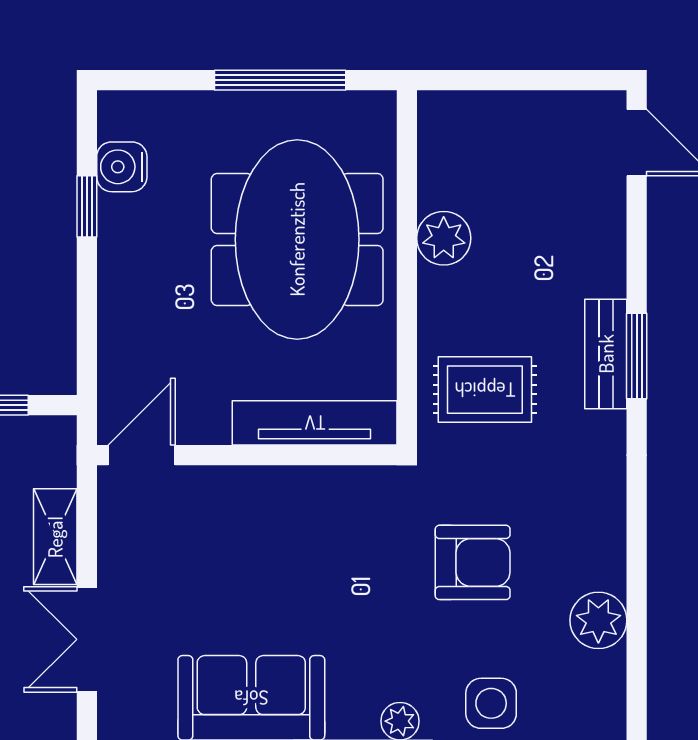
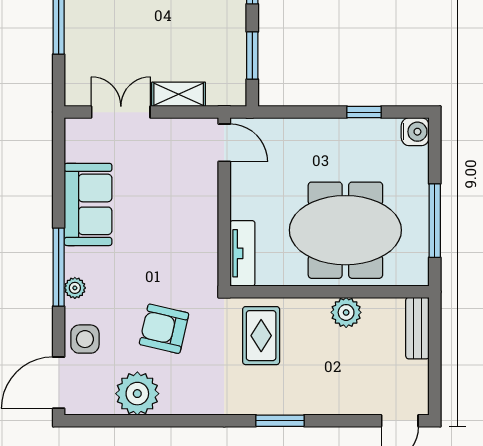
water cooler: (122, 167) -> (415, 132), moved, turned 90
bench: (606, 354) -> (417, 328), moved, turned 90
tv unit: (315, 423) -> (242, 253), width x0.71
armchair: (473, 562) -> (164, 329), turned 103
plant: (598, 620) -> (137, 394), width x1.36, depth x1.36

